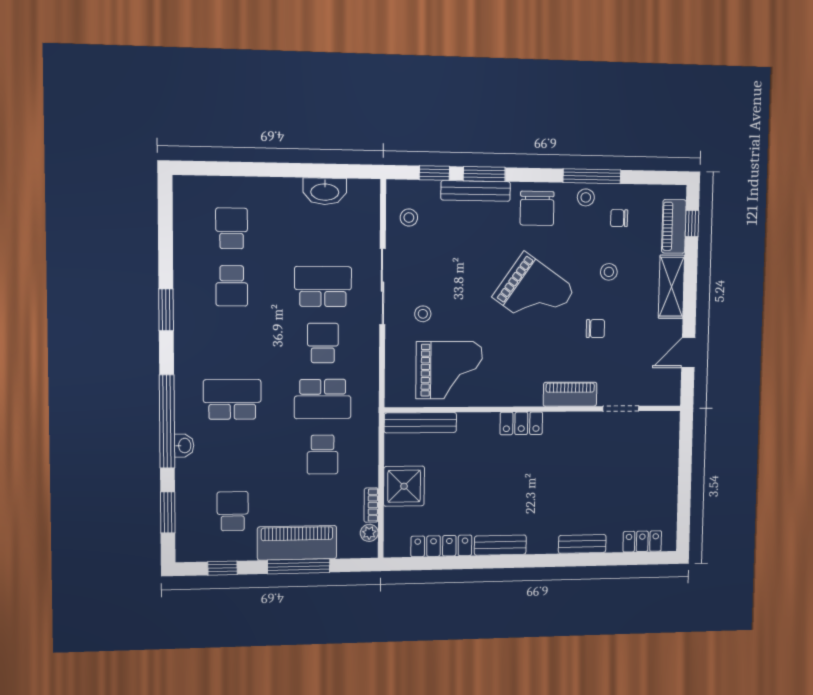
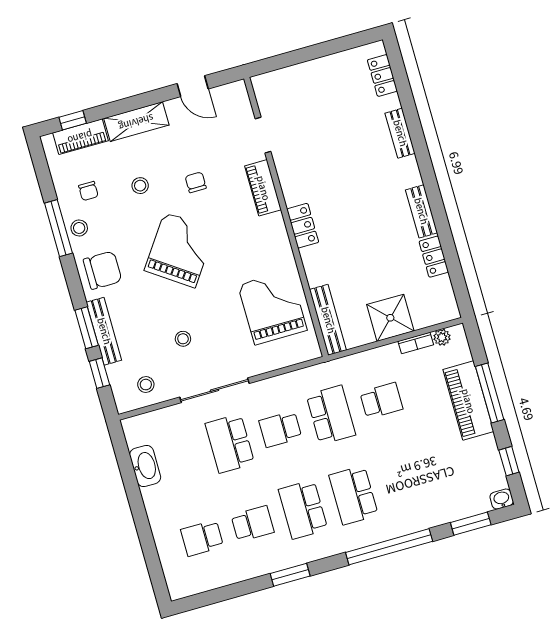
stool: (423, 314) -> (183, 339), moved
washbasin: (184, 446) -> (502, 499), moved
school desk: (233, 511) -> (303, 509), moved, width x1.85
locker: (441, 546) -> (434, 257), width x0.66

